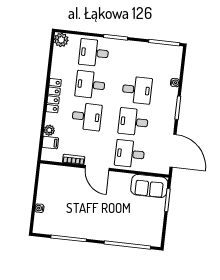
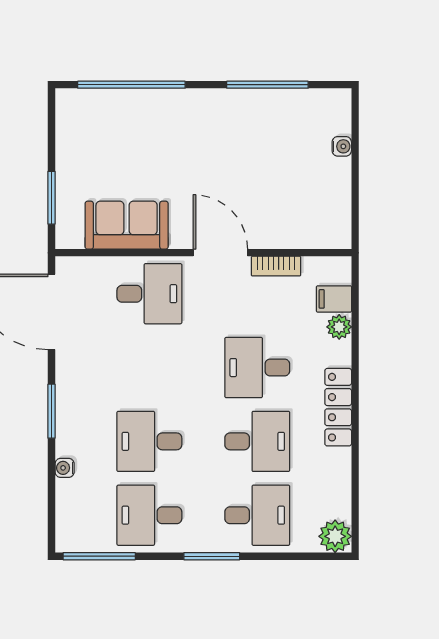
desk: (133, 122) -> (149, 515), moved, turned 180
sofa: (149, 186) -> (127, 225), moved

